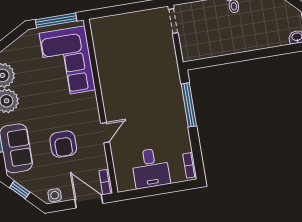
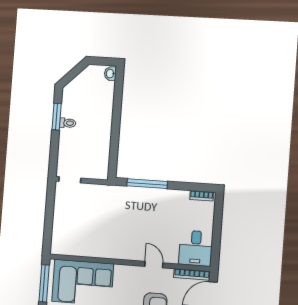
desk: (150, 168) -> (196, 248), moved, turned 90
bookcase: (106, 182) -> (192, 274), width x1.56

